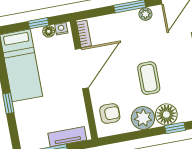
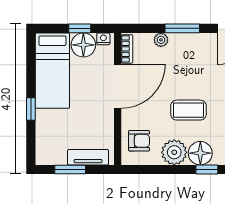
plant: (145, 14) -> (161, 40), moved
floor lamp: (49, 31) -> (83, 45), width x1.89, depth x1.89
coffee table: (149, 78) -> (188, 110), turned 90

